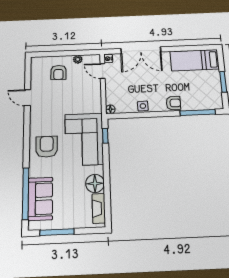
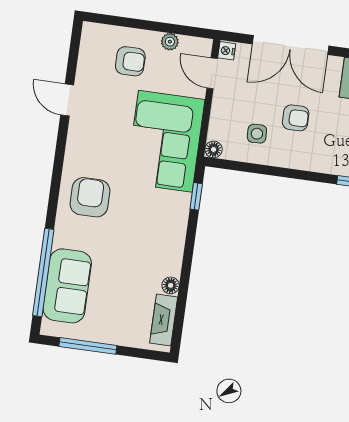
armchair: (58, 72) -> (130, 61), turned -91
armchair: (173, 103) -> (296, 118), moved
side table: (143, 106) -> (257, 134), moved
corner sofa: (84, 139) -> (165, 141), moved
floor lamp: (95, 183) -> (171, 285), width x0.53, depth x0.53

